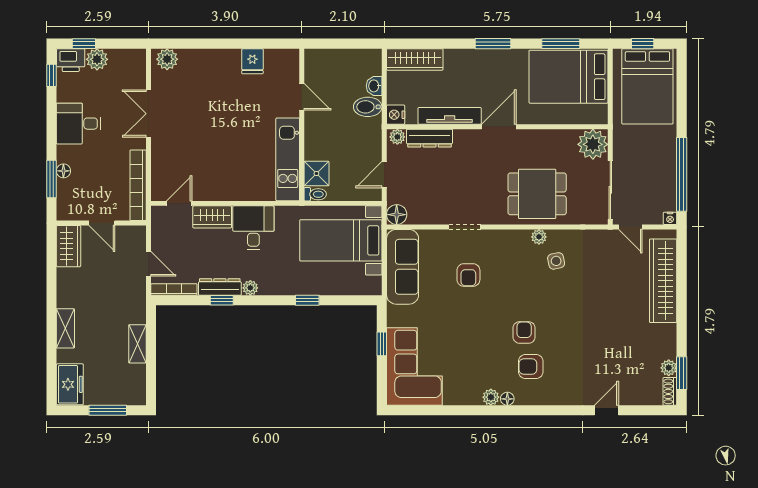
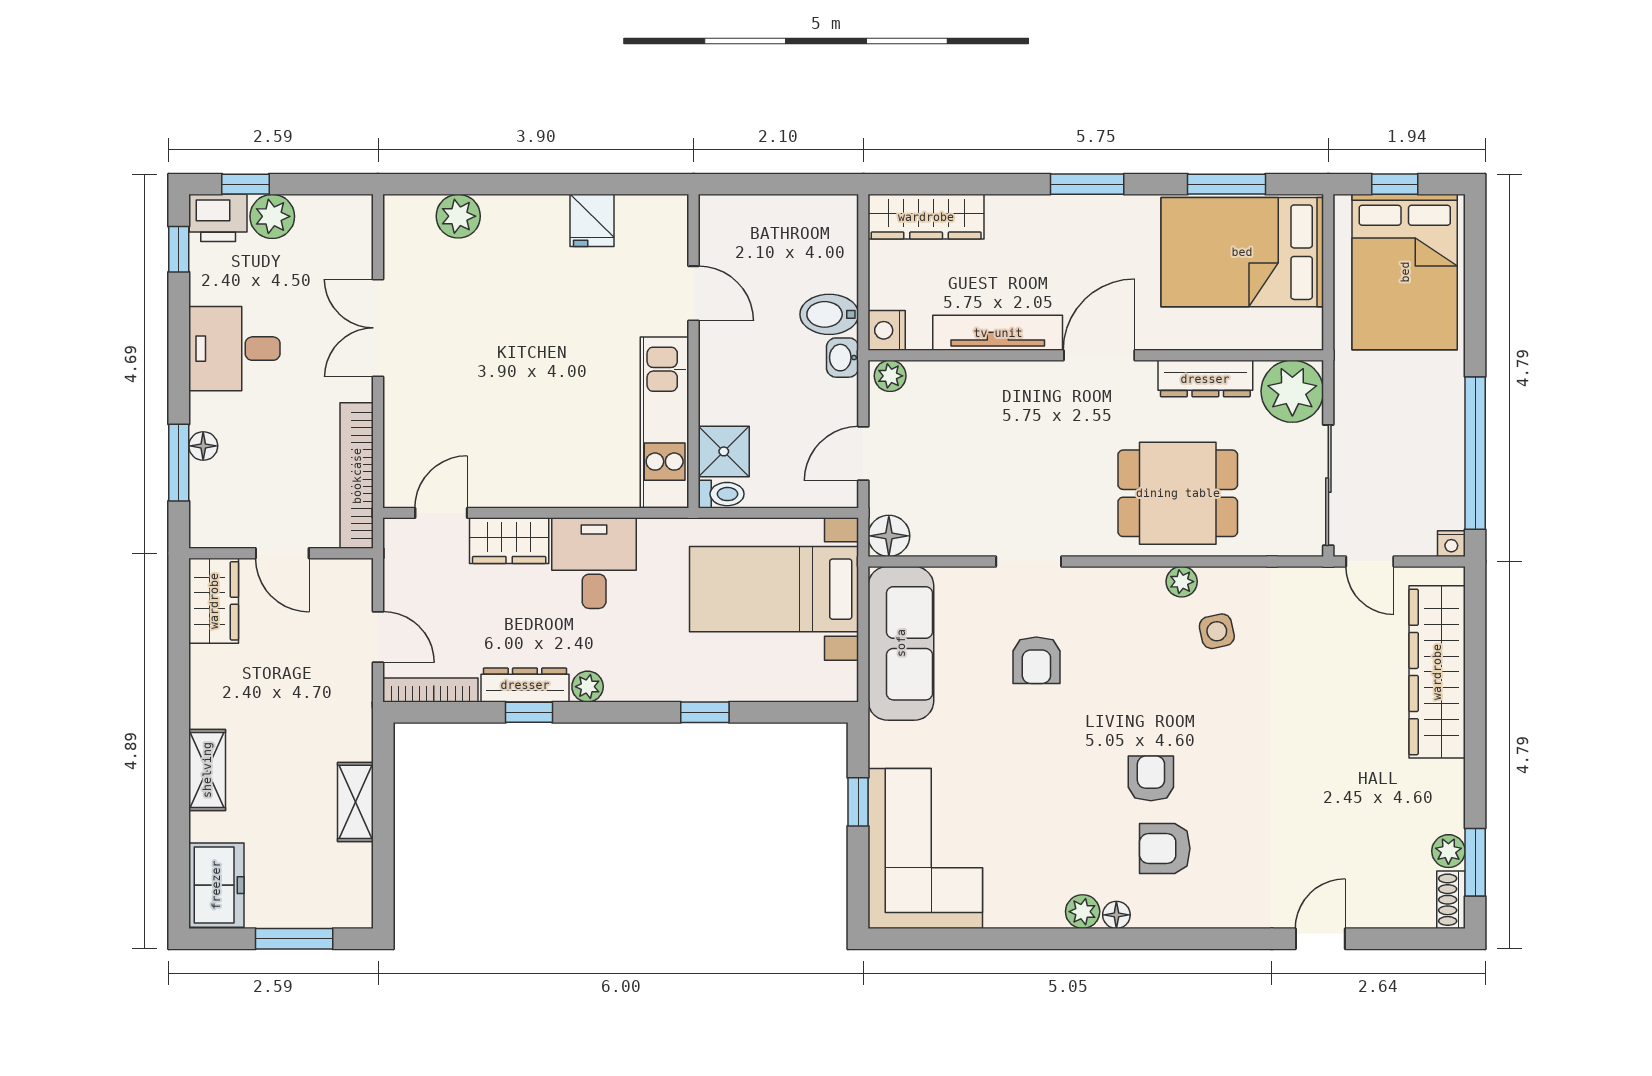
plant: (167, 59) -> (458, 216), moved
washbasin: (374, 86) -> (843, 358), moved
dresser: (430, 138) -> (1205, 379), moved

